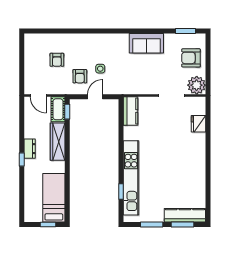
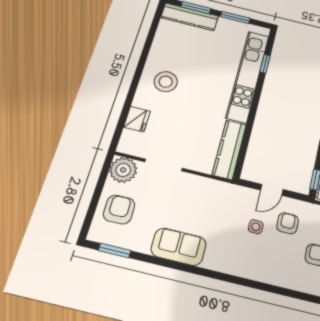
armchair: (191, 58) -> (119, 210), turned -91
kitchen counter: (130, 111) -> (229, 149), width x1.50
stool: (187, 157) -> (166, 82), added

